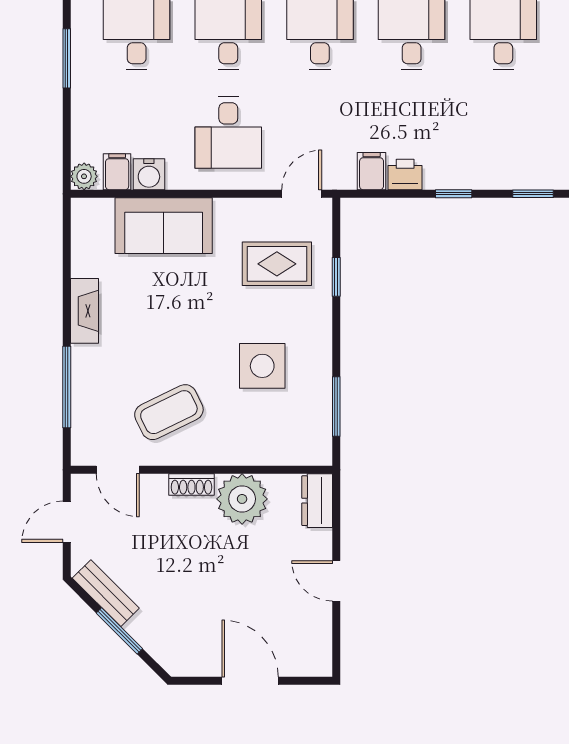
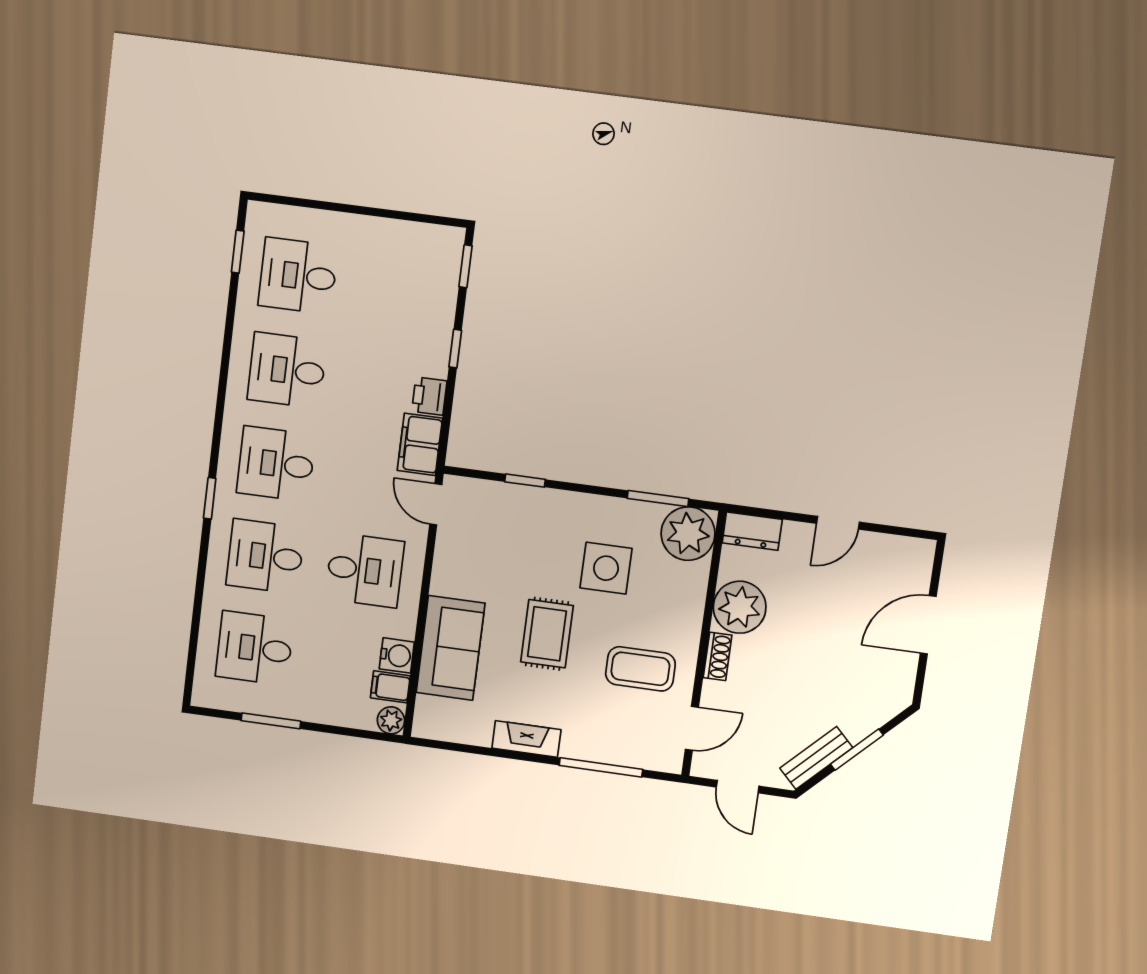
filing cabinet: (372, 171) -> (420, 444), width x2.00
rug: (277, 264) -> (547, 634), moved
coffee table: (169, 412) -> (640, 669), turned -64
plant: (306, 440) -> (688, 534), added

